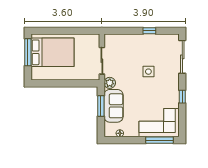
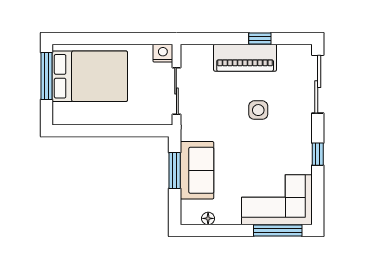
nightstand: (94, 39) -> (163, 53), added
piano: (141, 42) -> (245, 58), added
plant: (110, 83) -> (190, 130), removed

